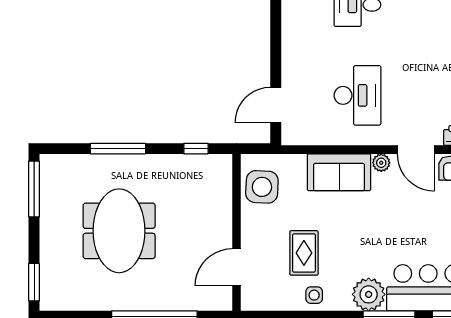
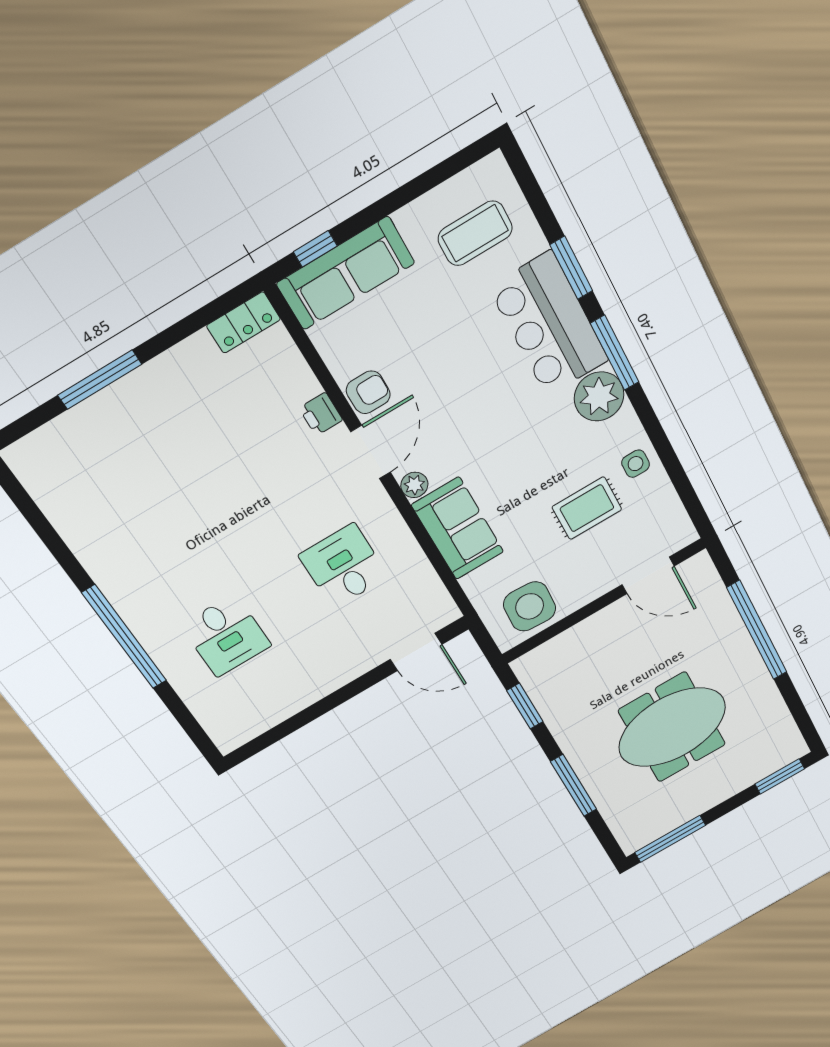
desk: (357, 95) -> (344, 566), width x0.73
window: (196, 149) -> (525, 706), width x1.50

